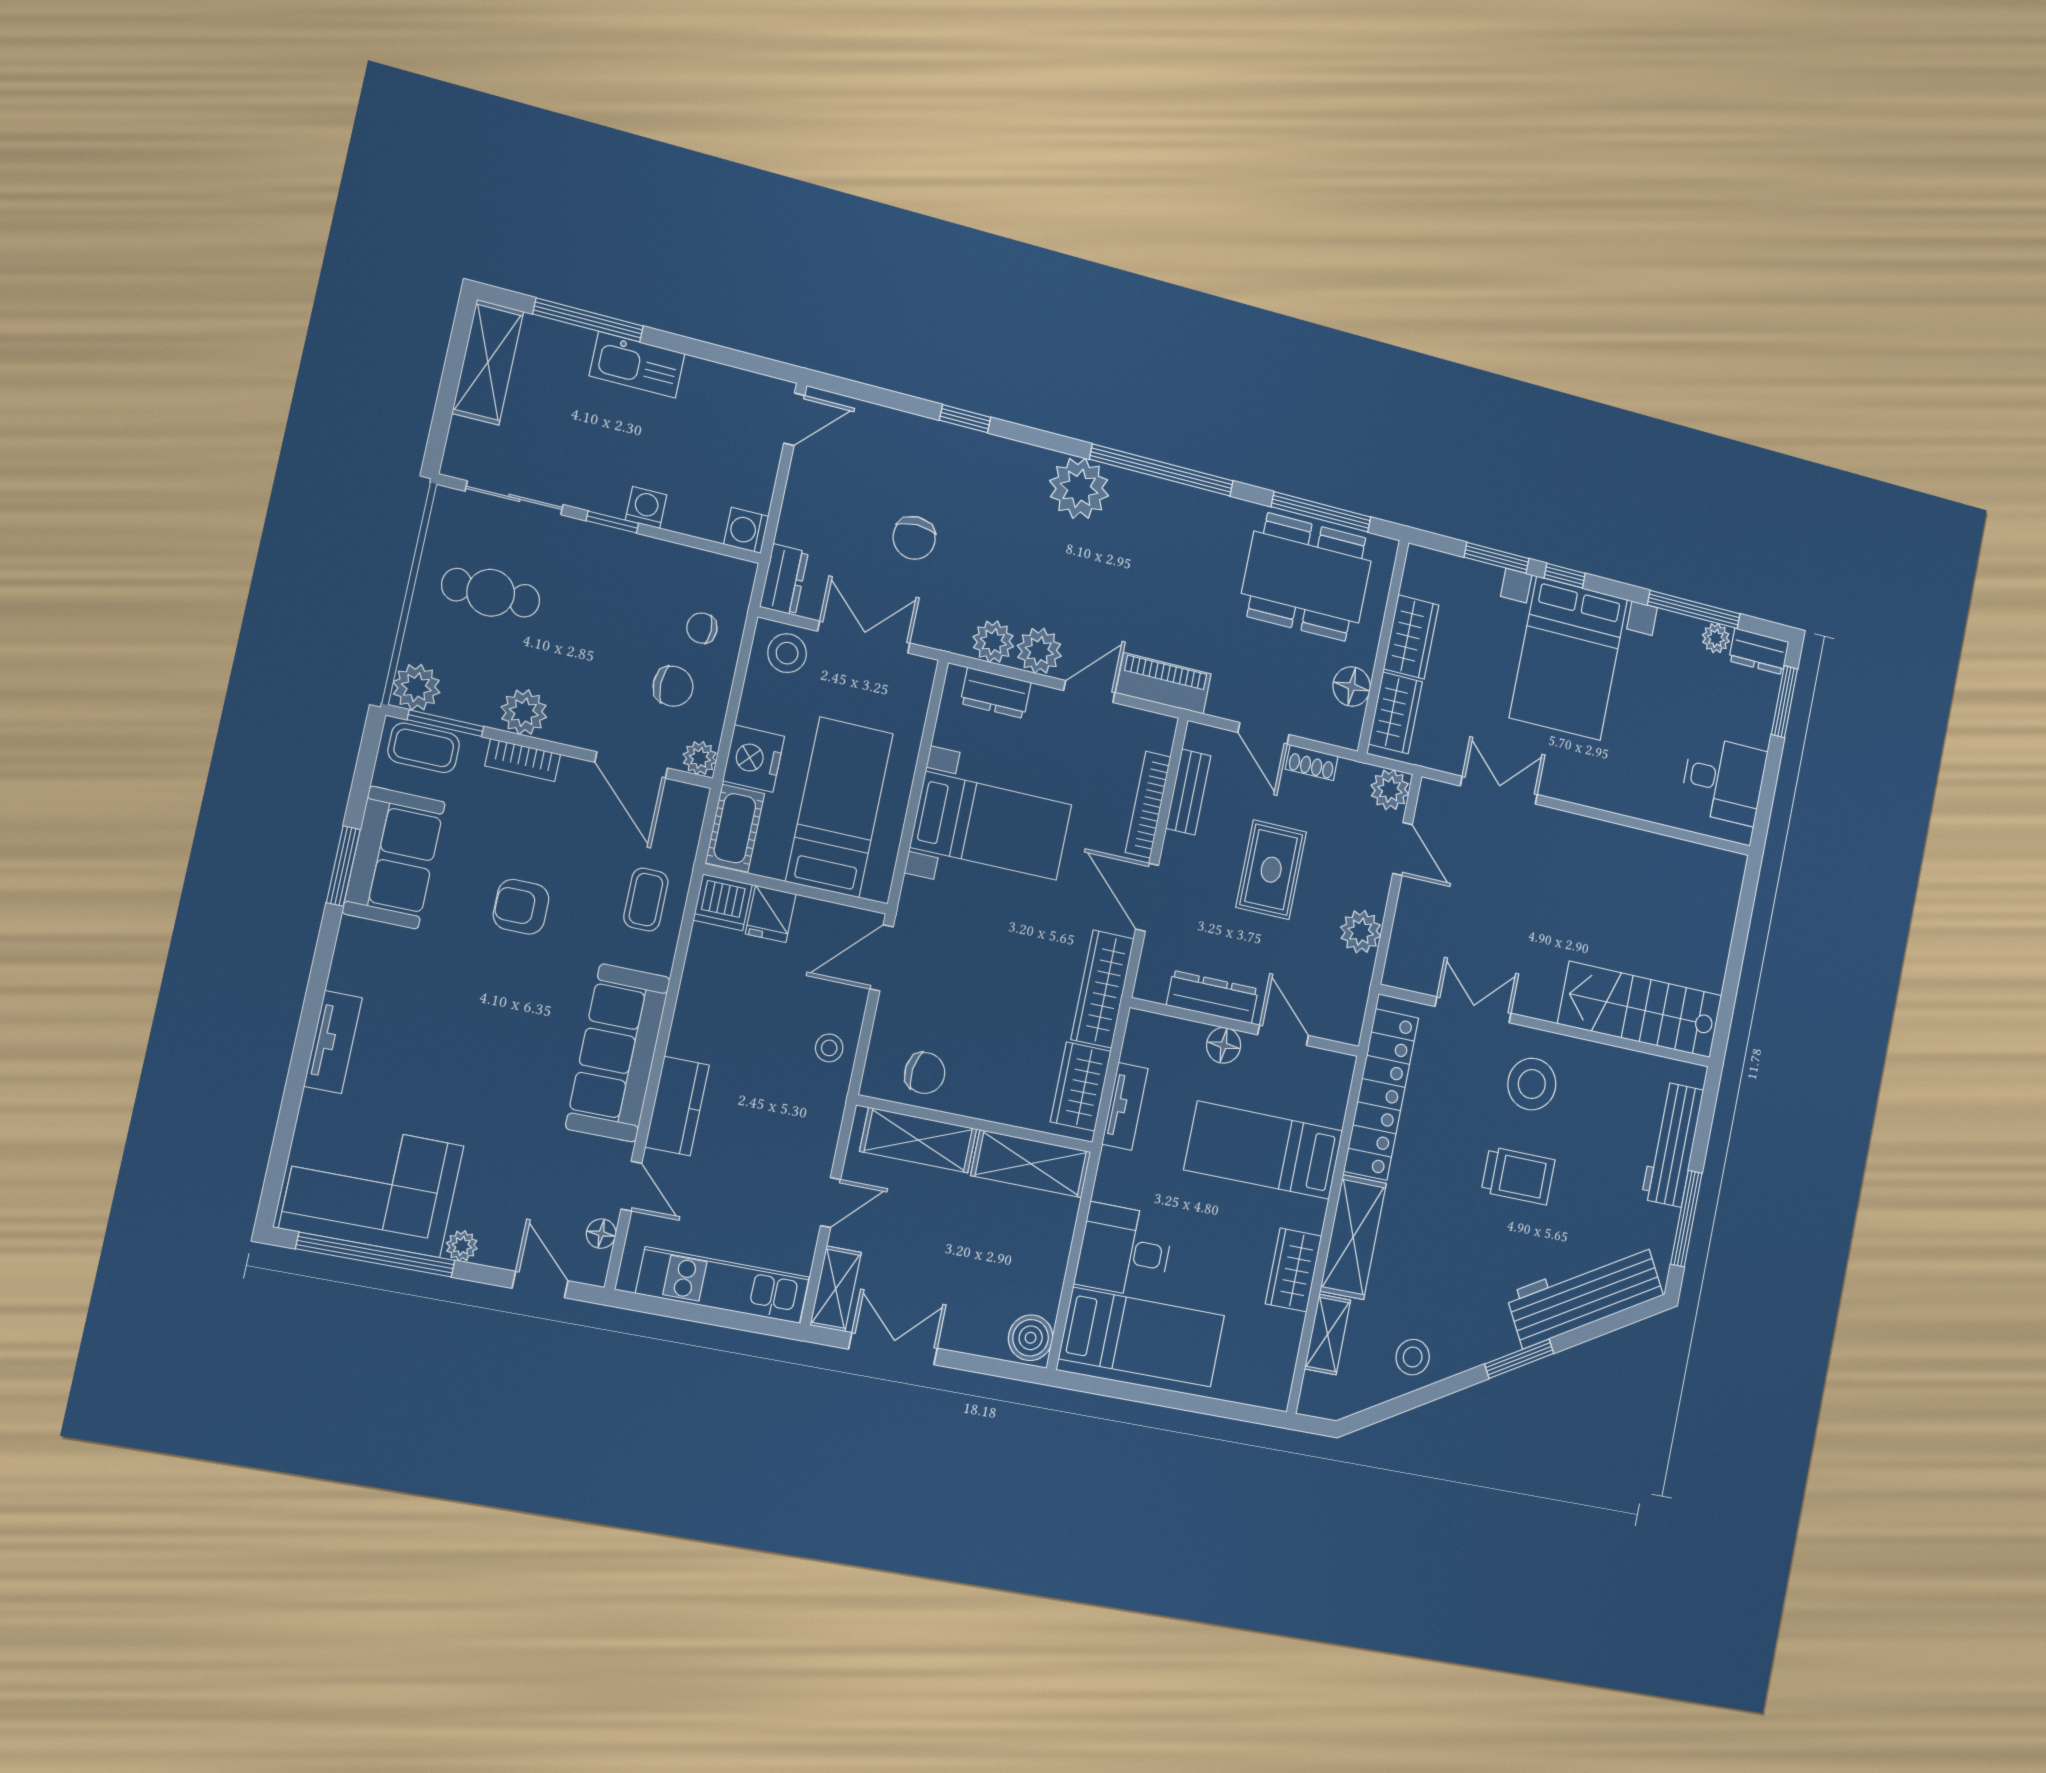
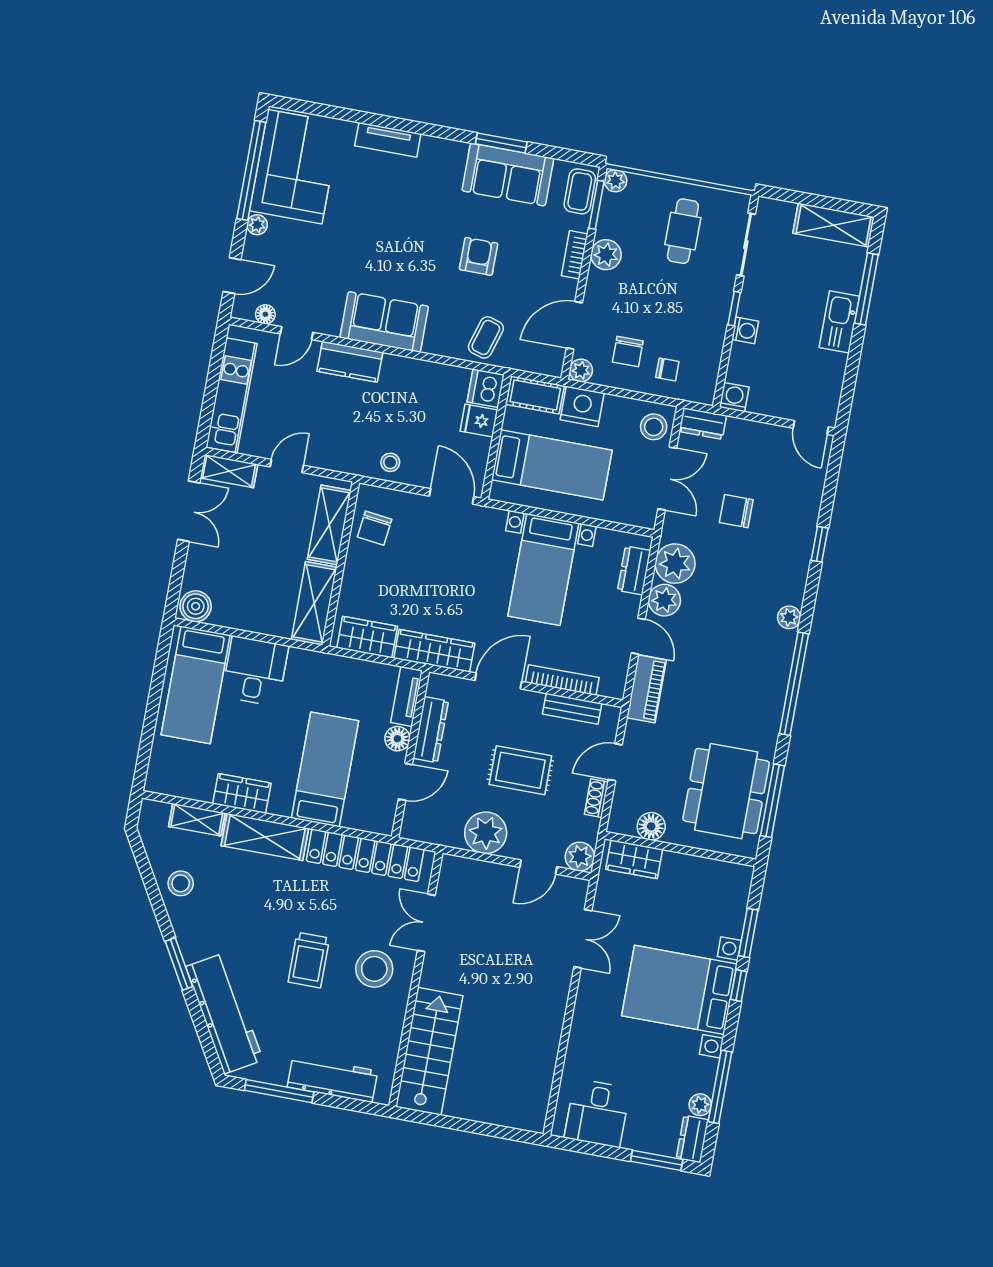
plant: (1079, 488) -> (789, 617), width x0.53, depth x0.53
chair: (702, 628) -> (667, 369), turned 90
wardrobe: (1411, 637) -> (688, 870), removed
plant: (993, 642) -> (675, 564), width x1.36, depth x1.36
plant: (416, 687) -> (615, 181), width x0.73, depth x0.73
coffee table: (646, 900) -> (486, 337), turned -73
plant: (1361, 932) -> (486, 833), width x1.36, depth x1.36
double door: (1473, 1010) -> (426, 923), swing flipped
sofa: (618, 1053) -> (384, 322), width x0.73
tv unit: (1125, 1106) -> (407, 696), moved, turned 90
door: (830, 1203) -> (287, 466), swing flipped

